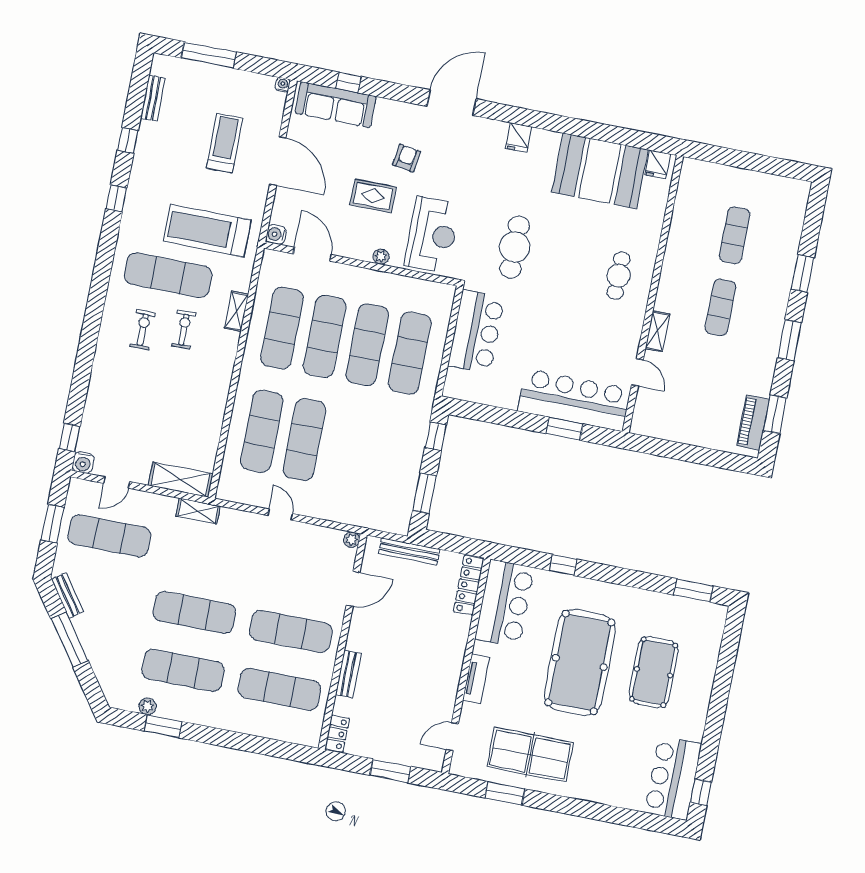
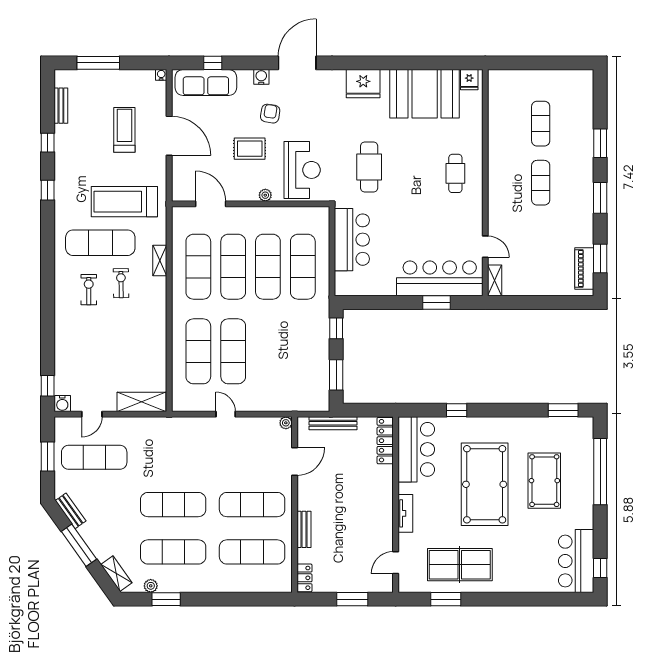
fridge: (519, 138) -> (363, 84), width x1.88, depth x1.34
water cooler: (276, 234) -> (261, 77), moved, turned 90
shelving: (657, 331) -> (495, 280), moved
shelving: (198, 511) -> (116, 574), moved, turned 55
window: (724, 675) -> (600, 472), added

